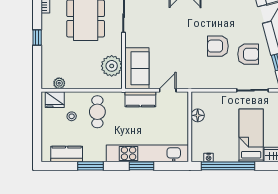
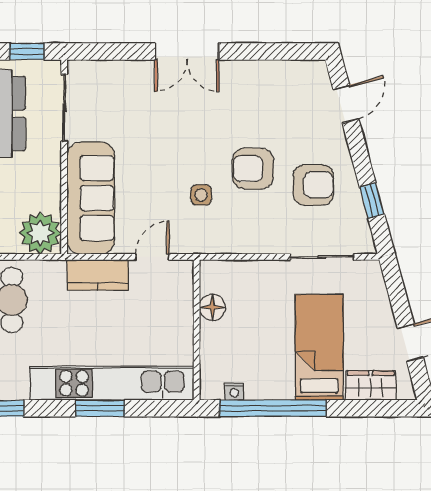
side table: (192, 59) -> (201, 195), added
plant: (112, 66) -> (40, 233), moved
sofa: (137, 68) -> (91, 198), width x1.36

